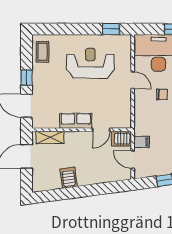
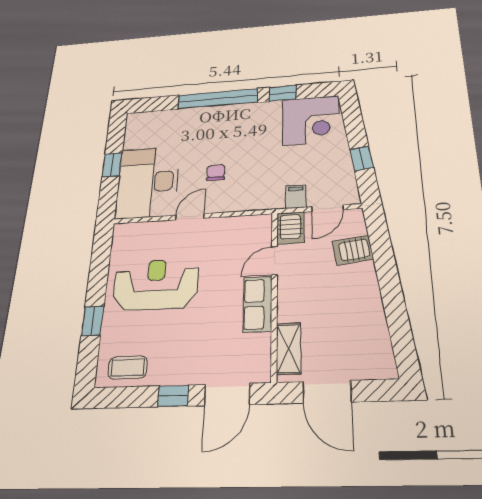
window: (111, 29) -> (93, 321), moved
reception desk: (90, 63) -> (156, 284), turned 90
door: (101, 130) -> (274, 261), swing flipped
server rack: (69, 178) -> (353, 250), moved

